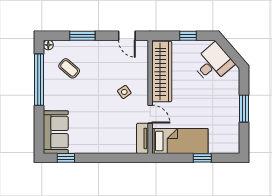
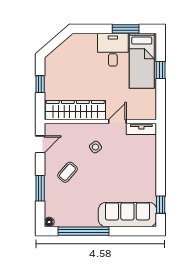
desk: (213, 63) -> (113, 50), moved, turned 41
coffee table: (69, 68) -> (67, 172), moved
window: (244, 109) -> (126, 29), moved
sofa: (56, 132) -> (127, 215), width x1.36
bed: (180, 141) -> (142, 61), moved, turned 180

